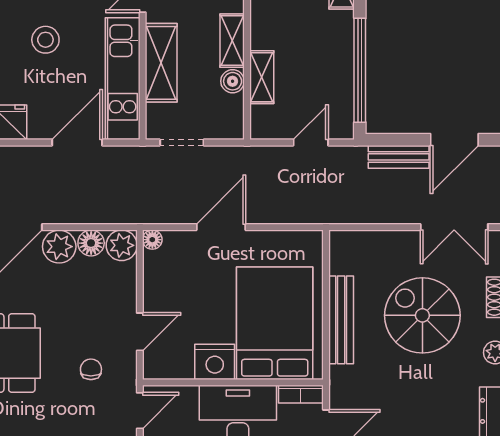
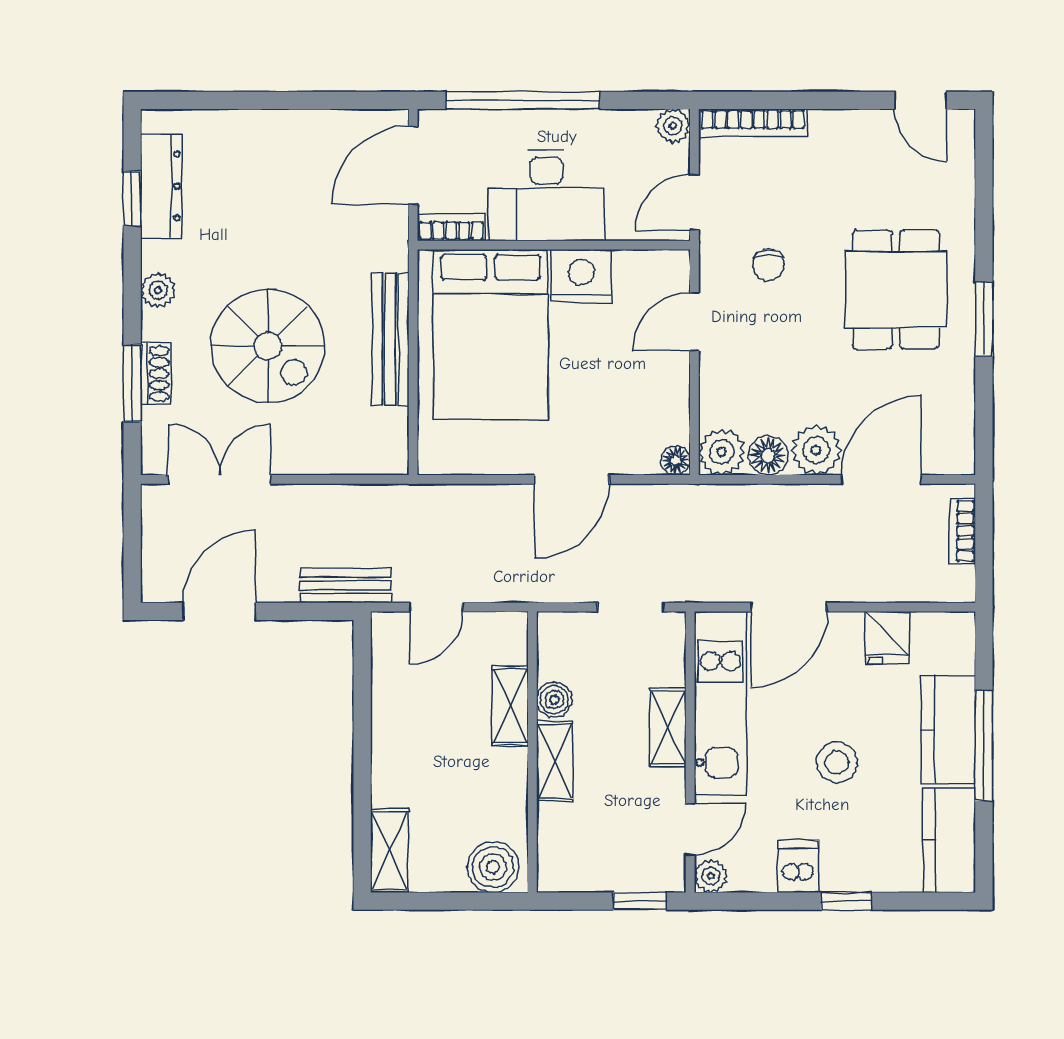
shelving: (161, 63) -> (668, 728), width x0.67, depth x0.75
window: (360, 70) -> (362, 716), removed
bench: (399, 157) -> (346, 585), moved

